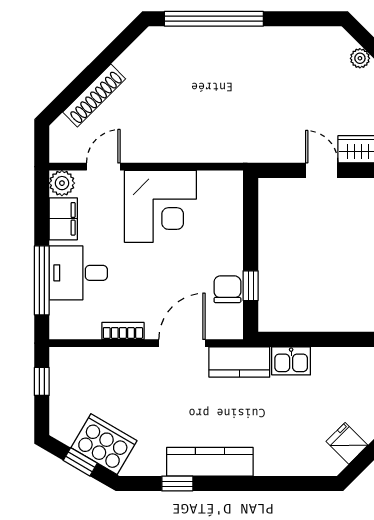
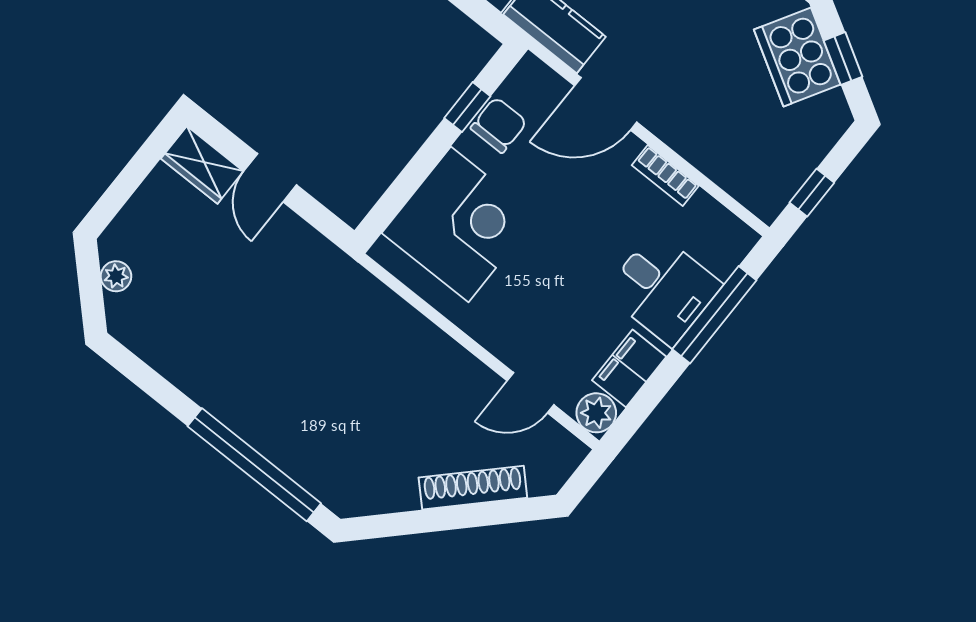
corner desk: (160, 206) -> (460, 224), moved, turned 90
chair: (227, 289) -> (499, 125), turned 180

